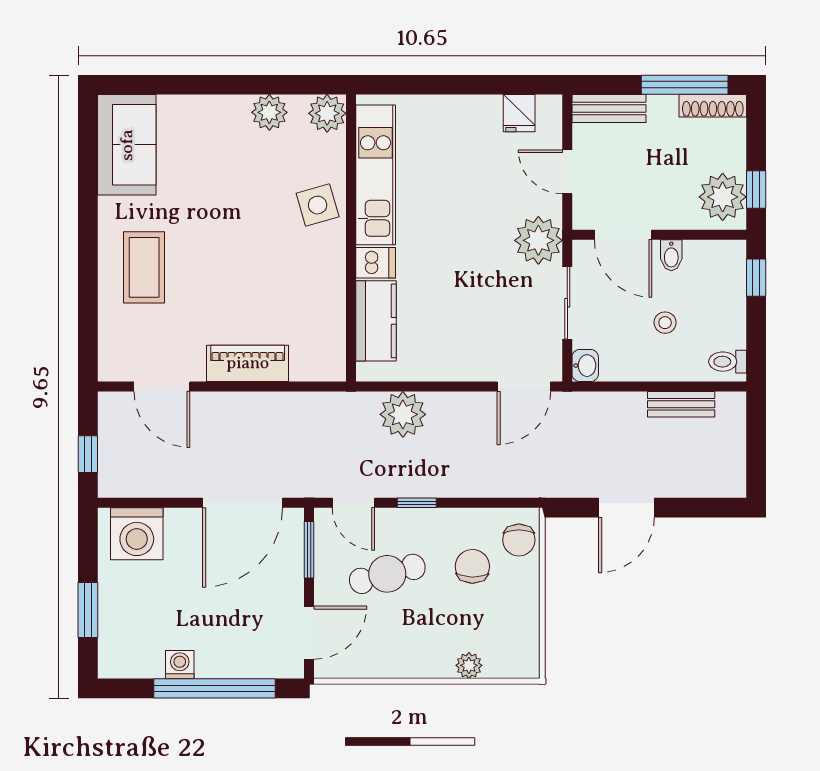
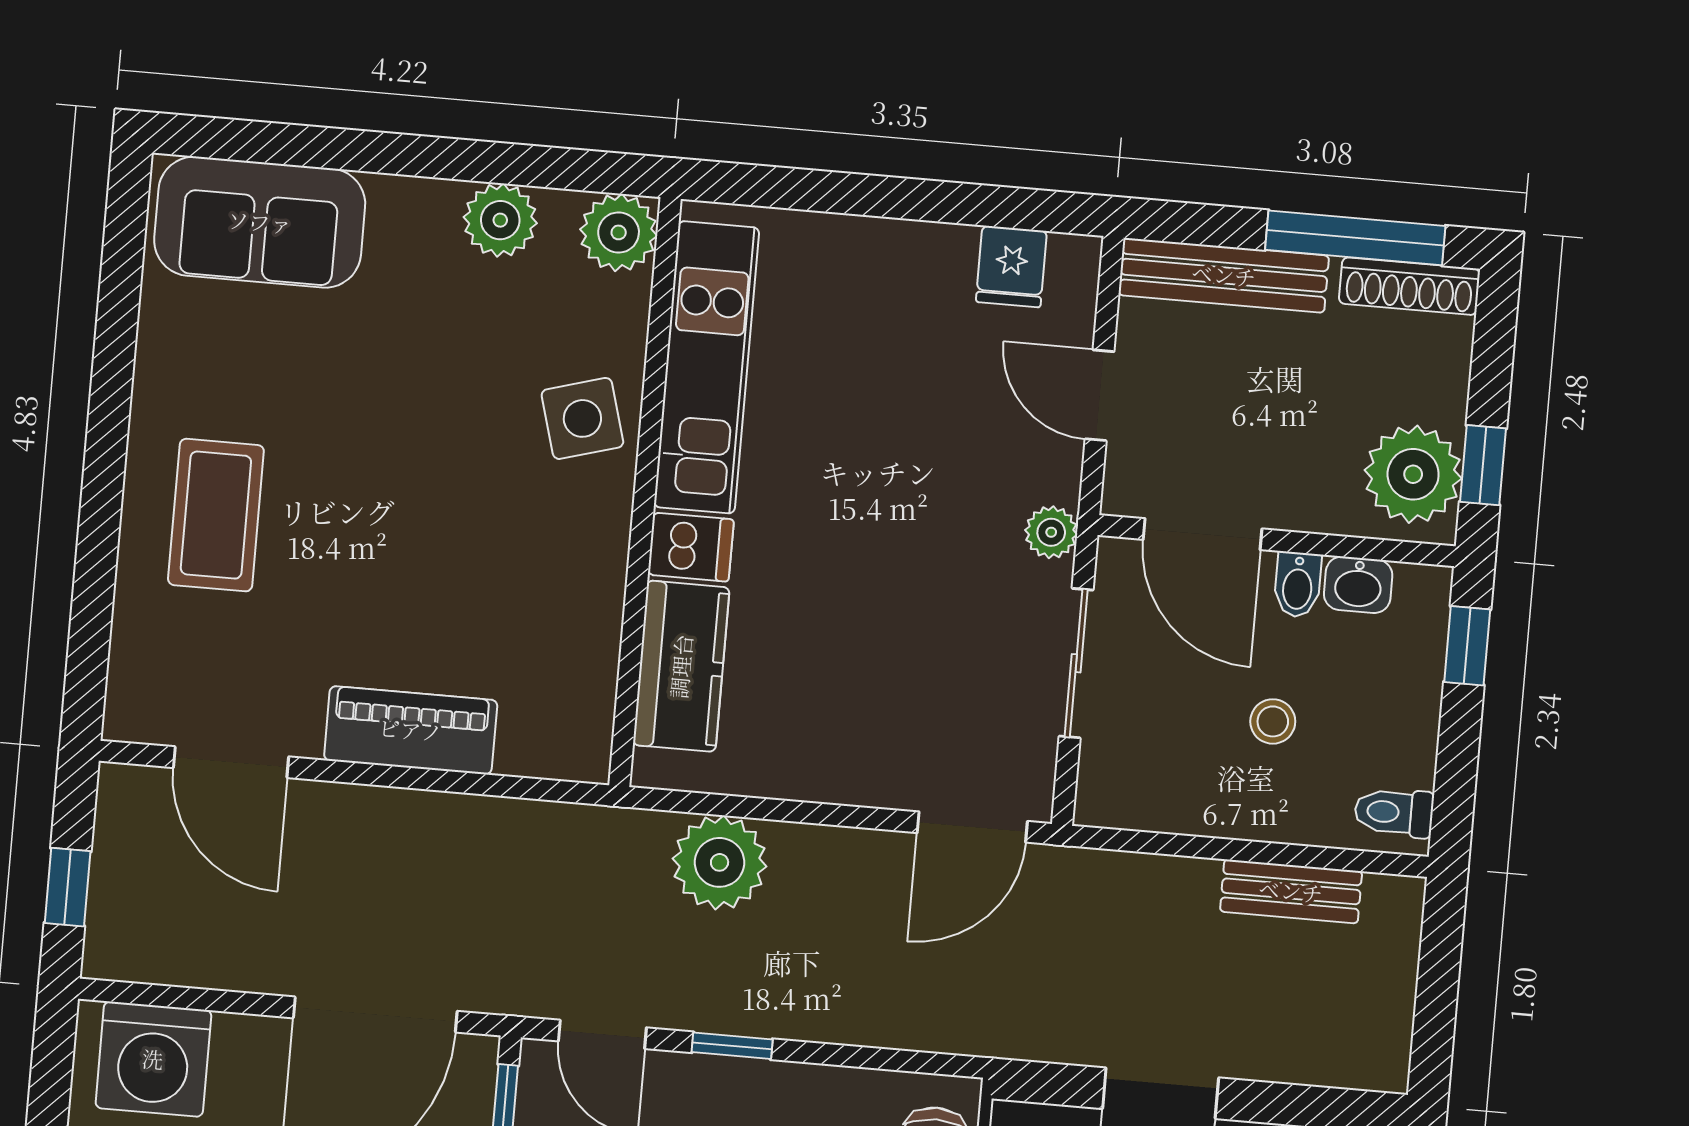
bench: (609, 108) -> (1224, 275), width x1.36
sofa: (127, 145) -> (260, 222), moved, turned 90
plant: (538, 240) -> (1051, 532), width x0.53, depth x0.53
washbasin: (585, 366) -> (1358, 585), moved, turned 90

